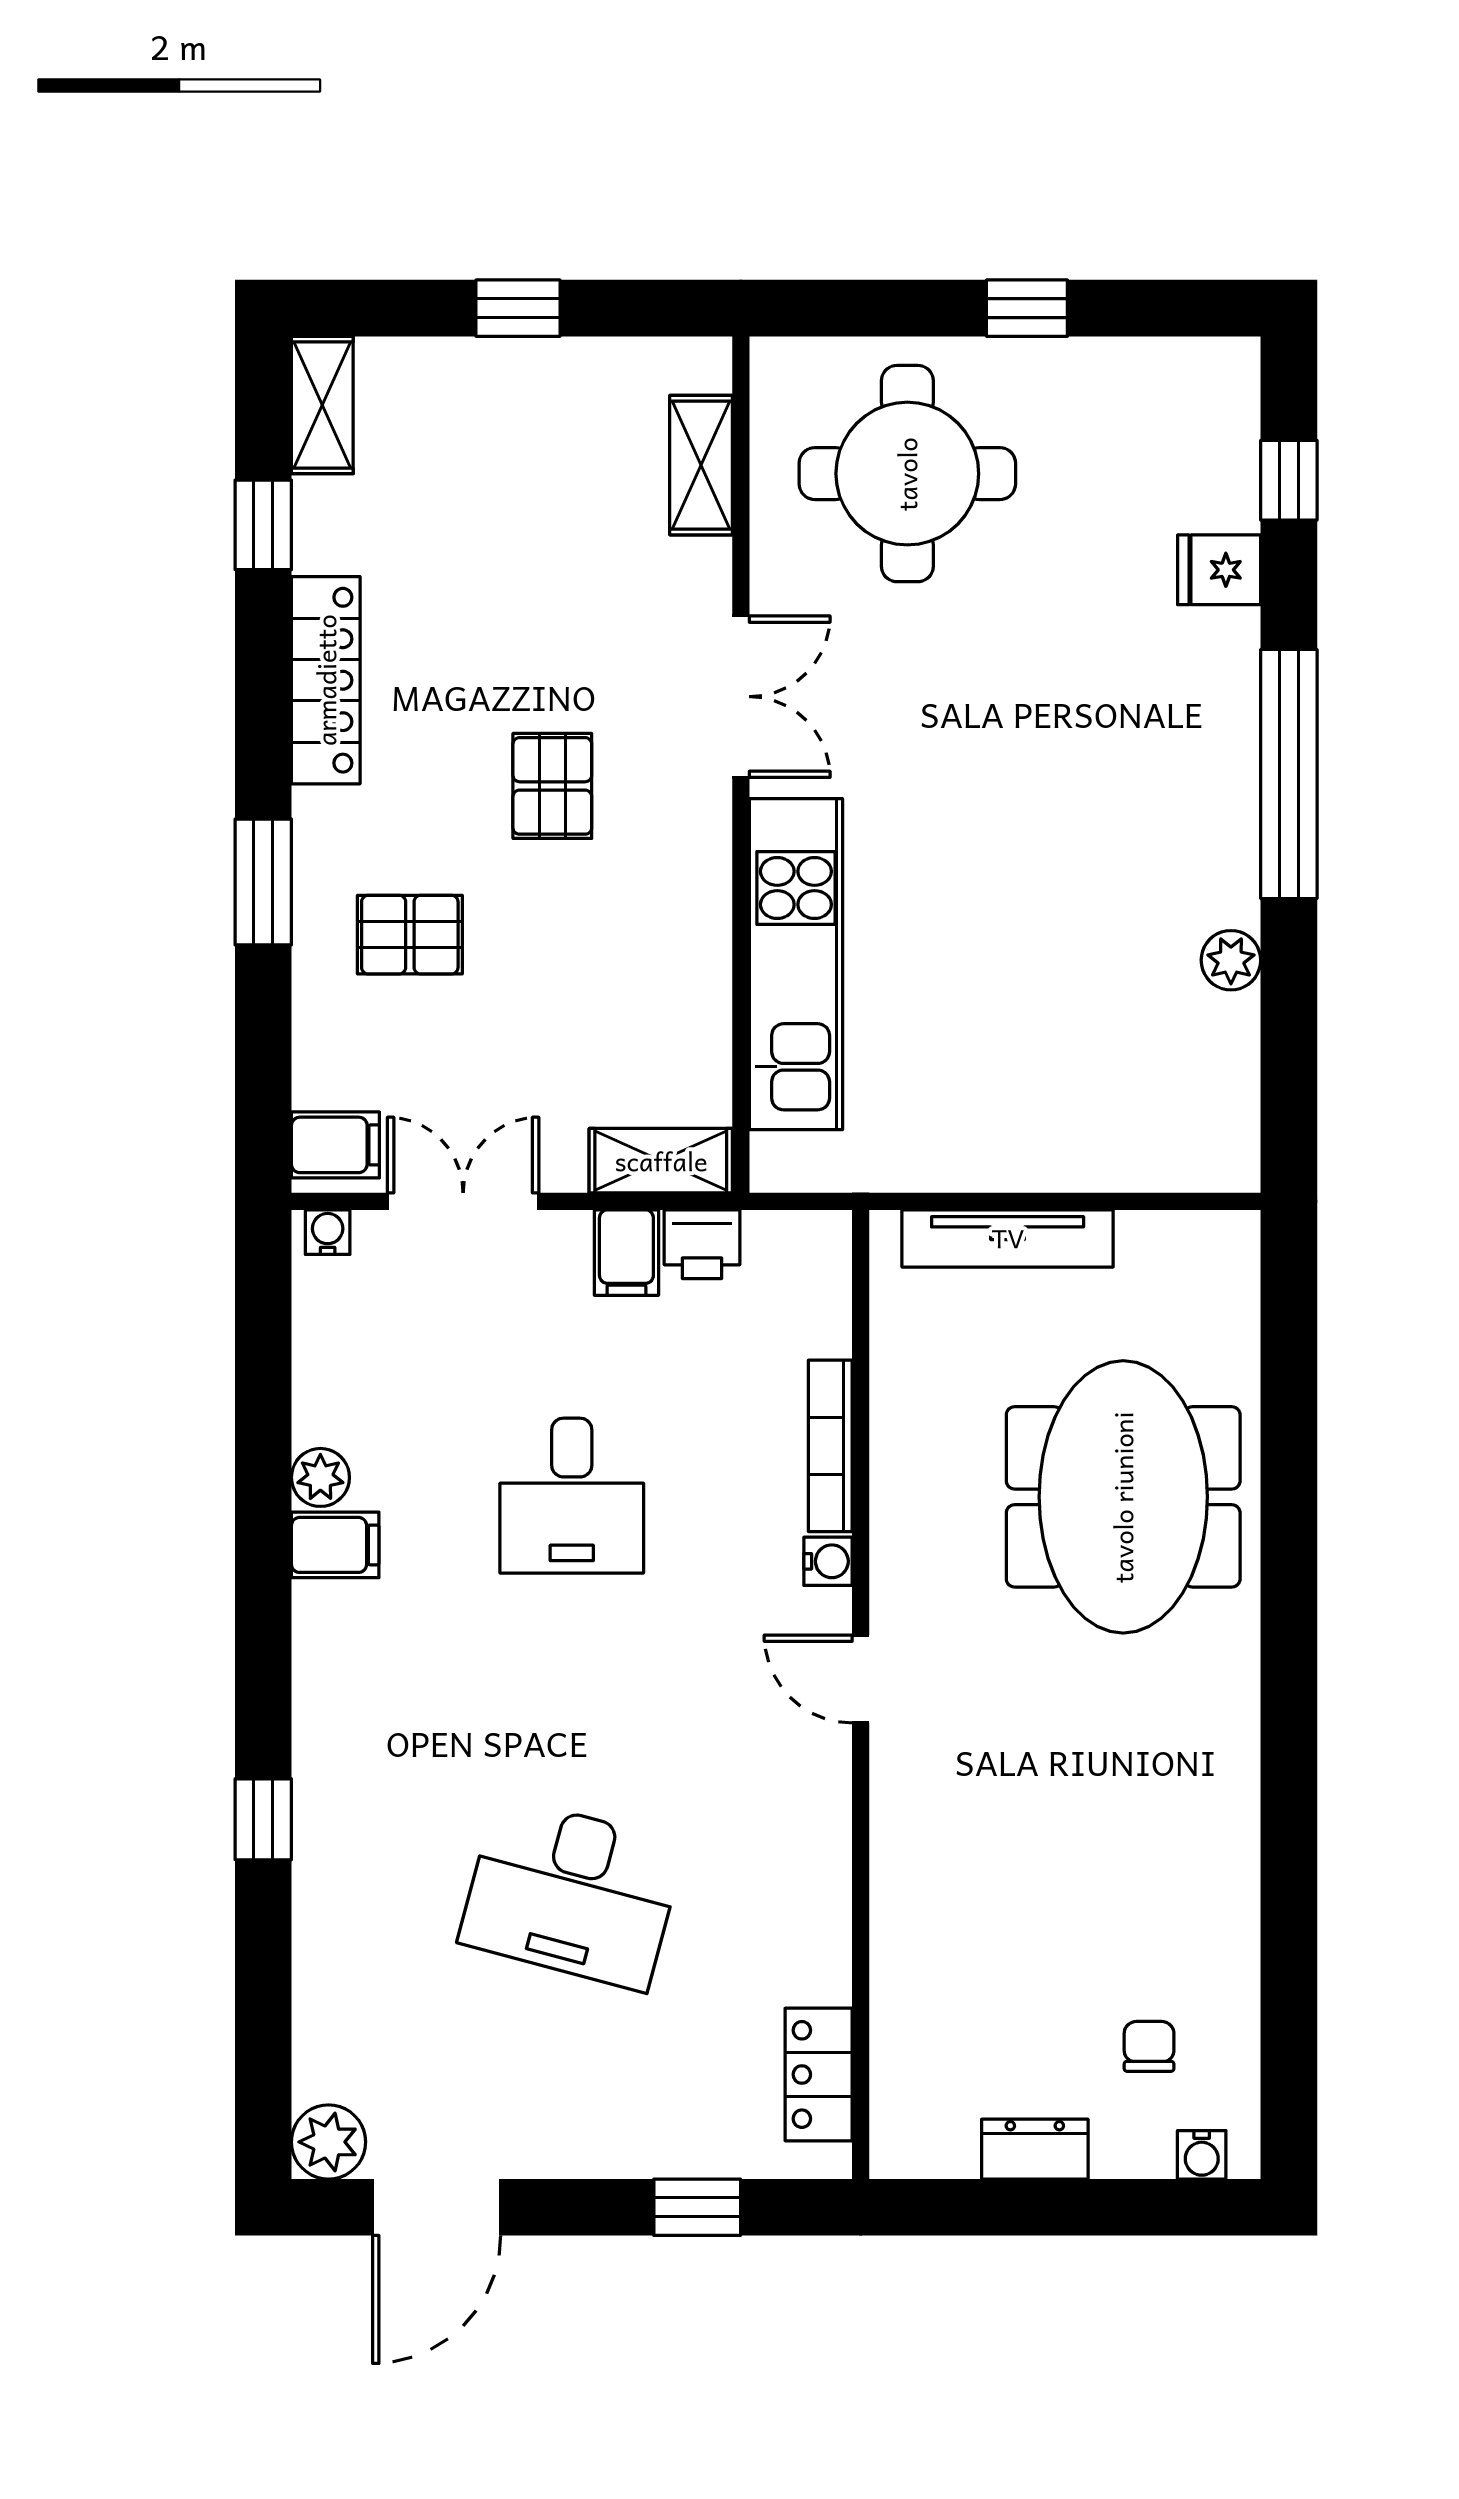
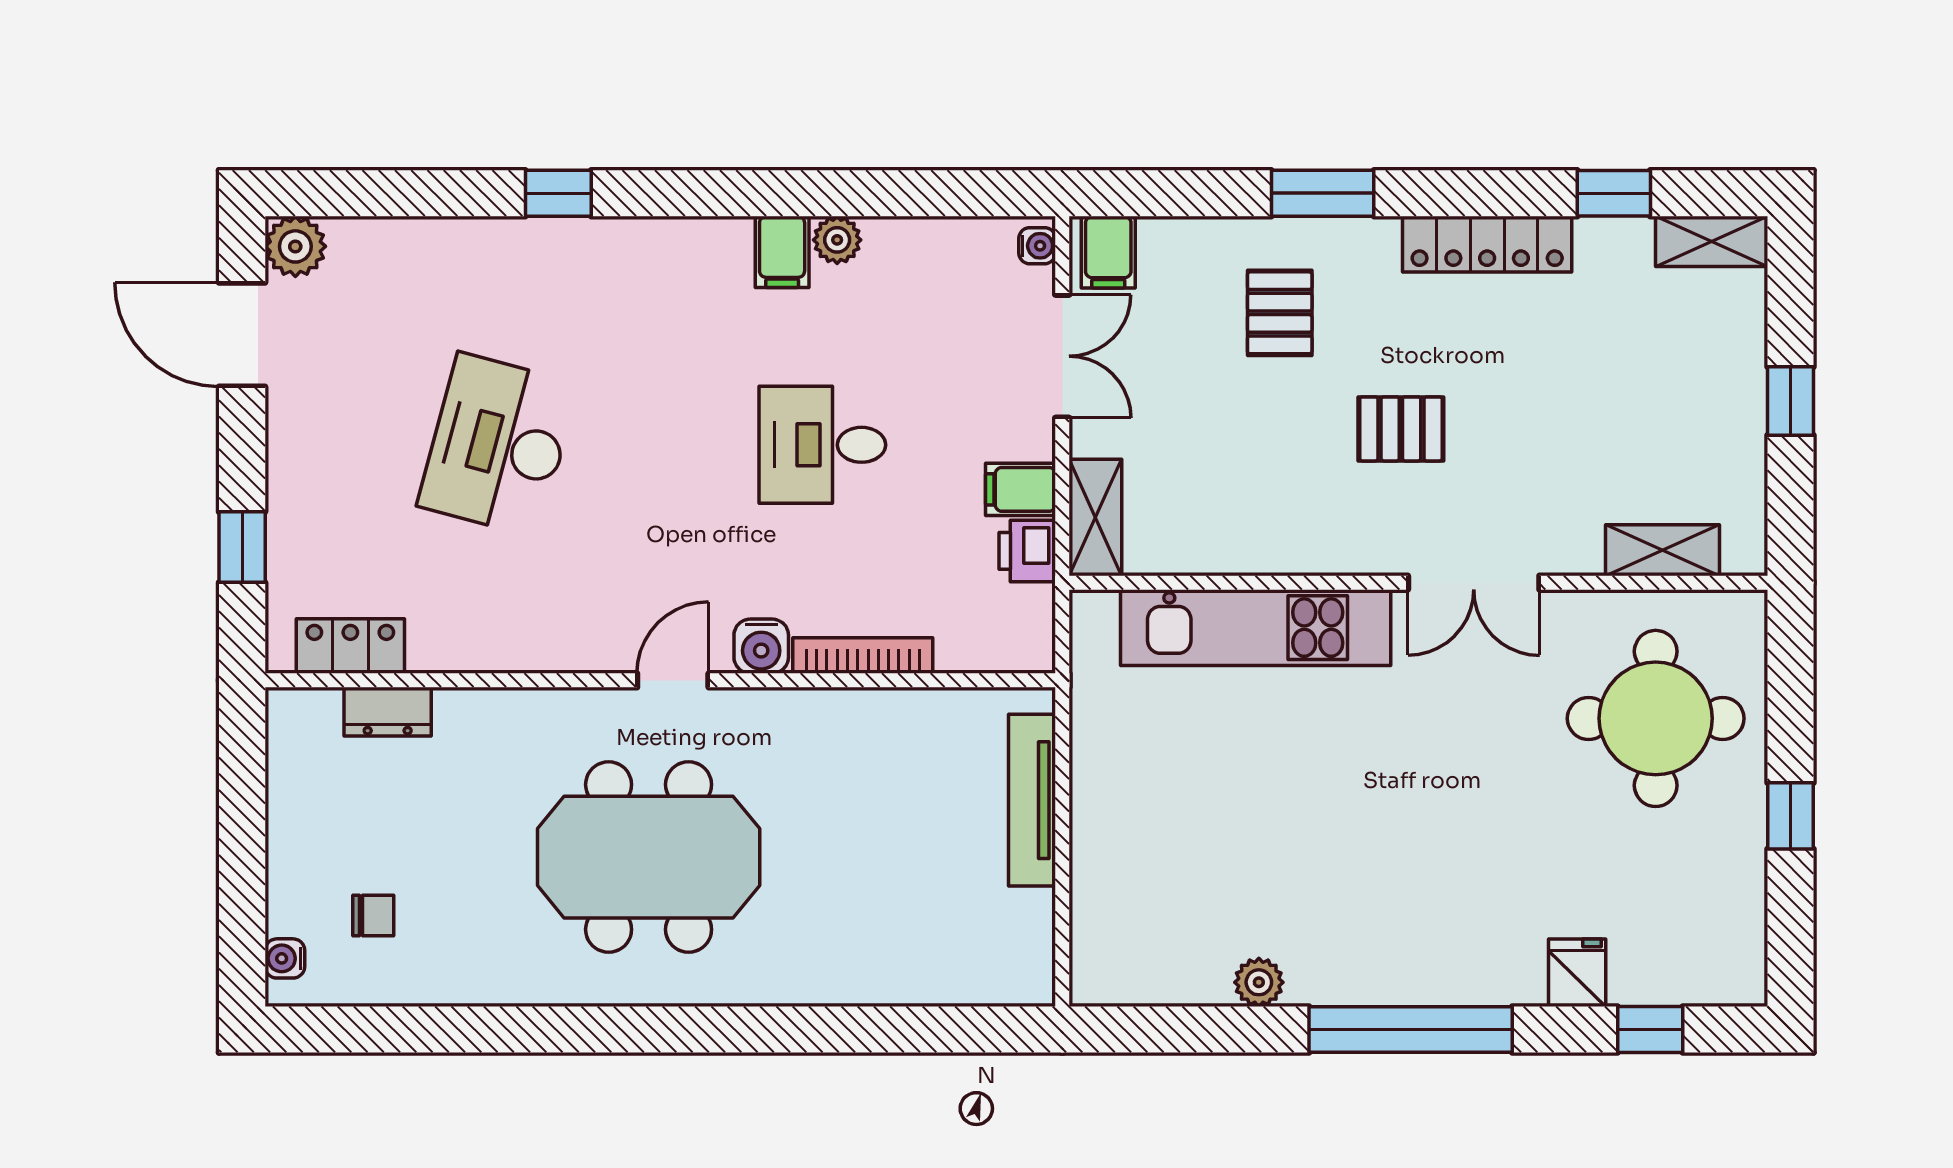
meeting table: (1123, 1497) -> (649, 857), moved
water cooler: (828, 1561) -> (761, 646), width x1.38, depth x1.38
dresser: (1035, 2149) -> (388, 712), moved, turned 90

